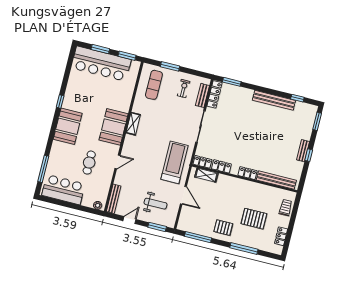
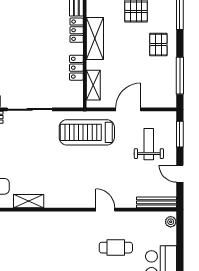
shelving: (133, 124) -> (29, 201), moved
booth: (114, 127) -> (59, 227), removed
locker: (202, 162) -> (77, 95), removed
shelving: (239, 184) -> (95, 38), added

